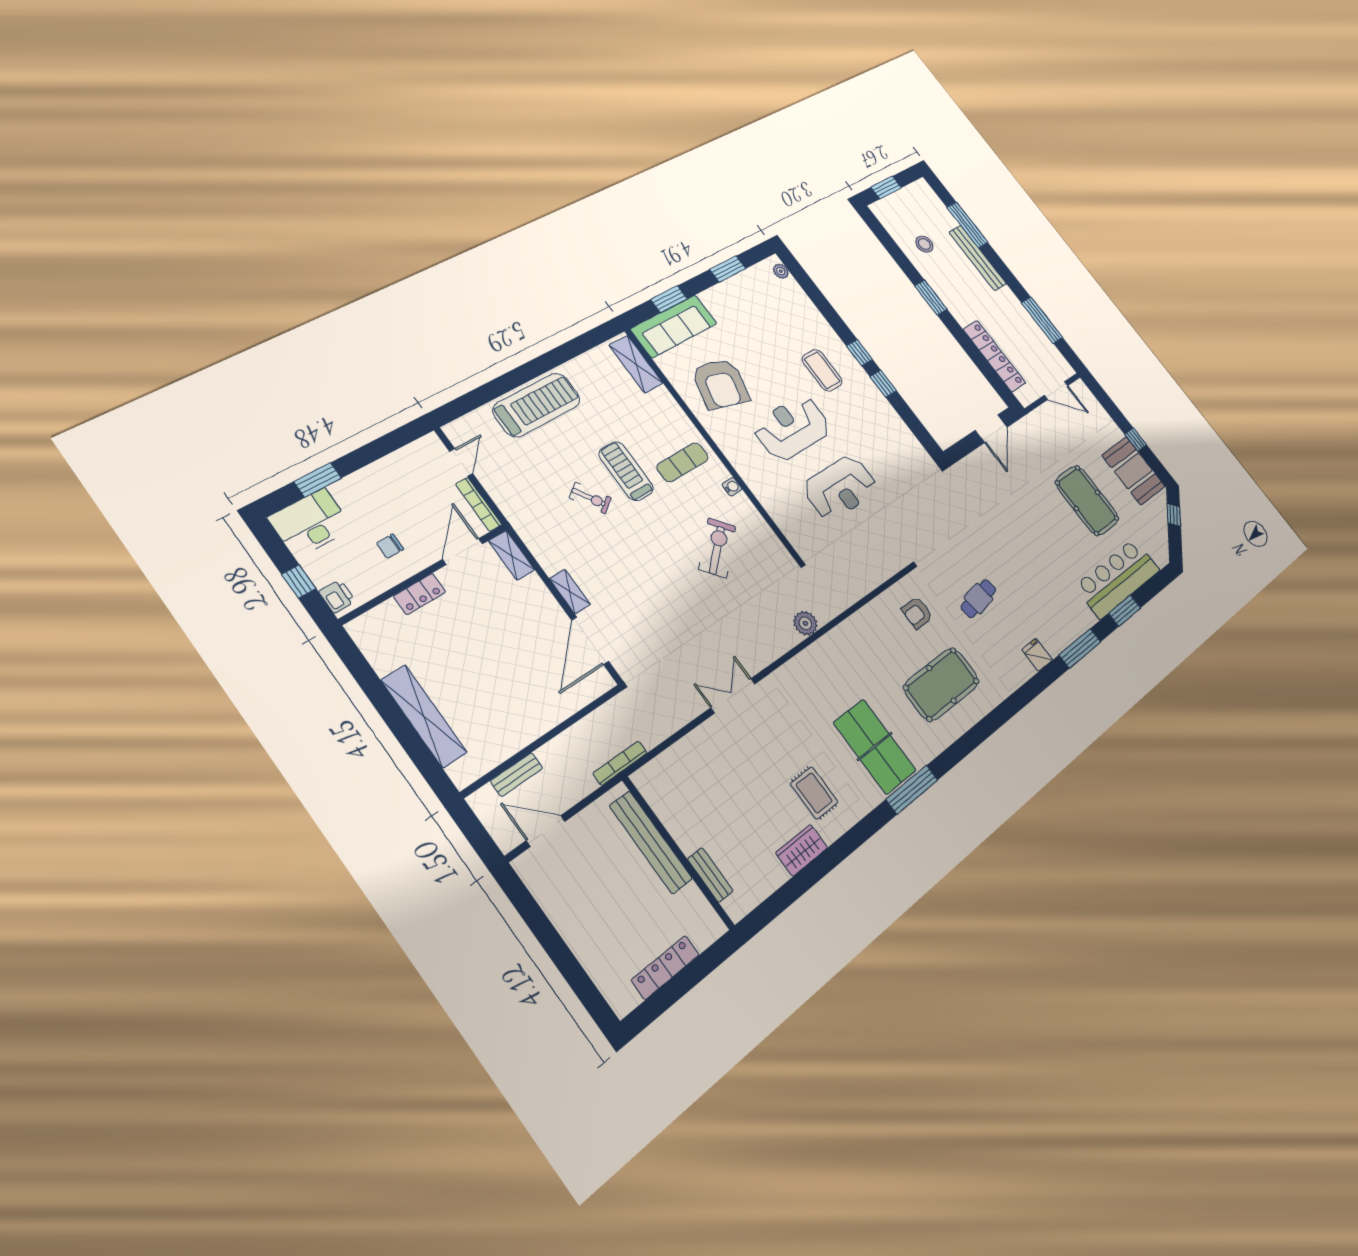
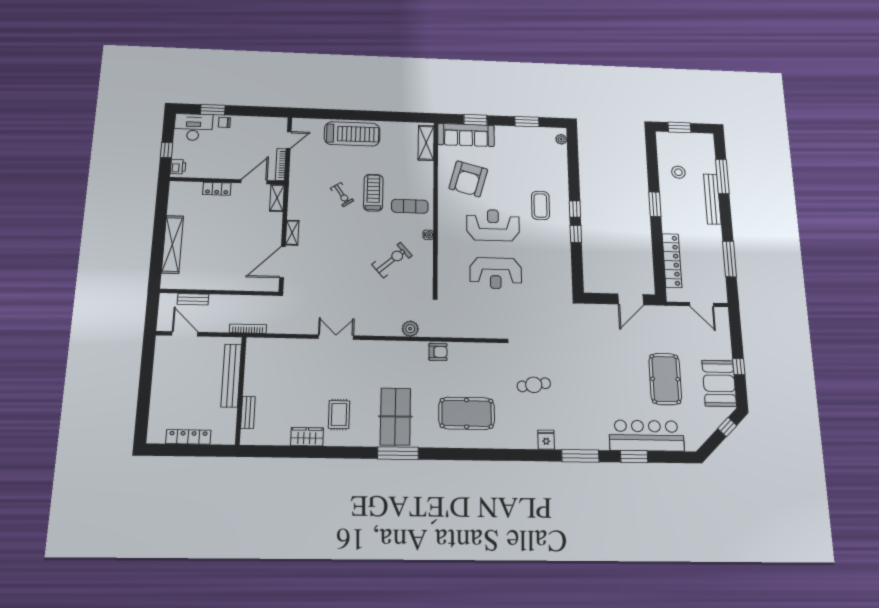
chair: (390, 546) -> (224, 122), moved
armchair: (917, 613) -> (438, 352), moved, turned 180

